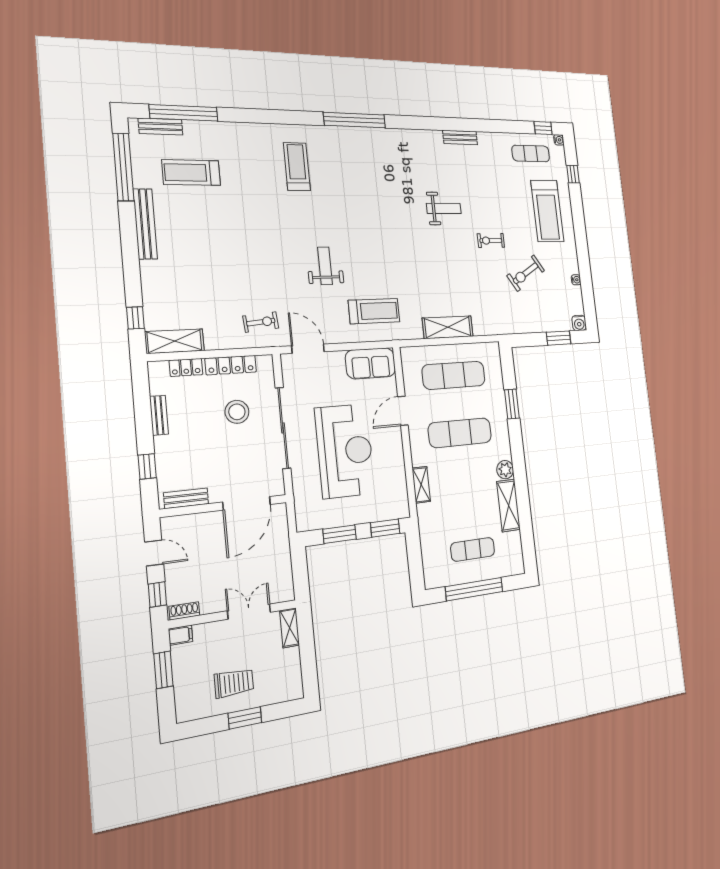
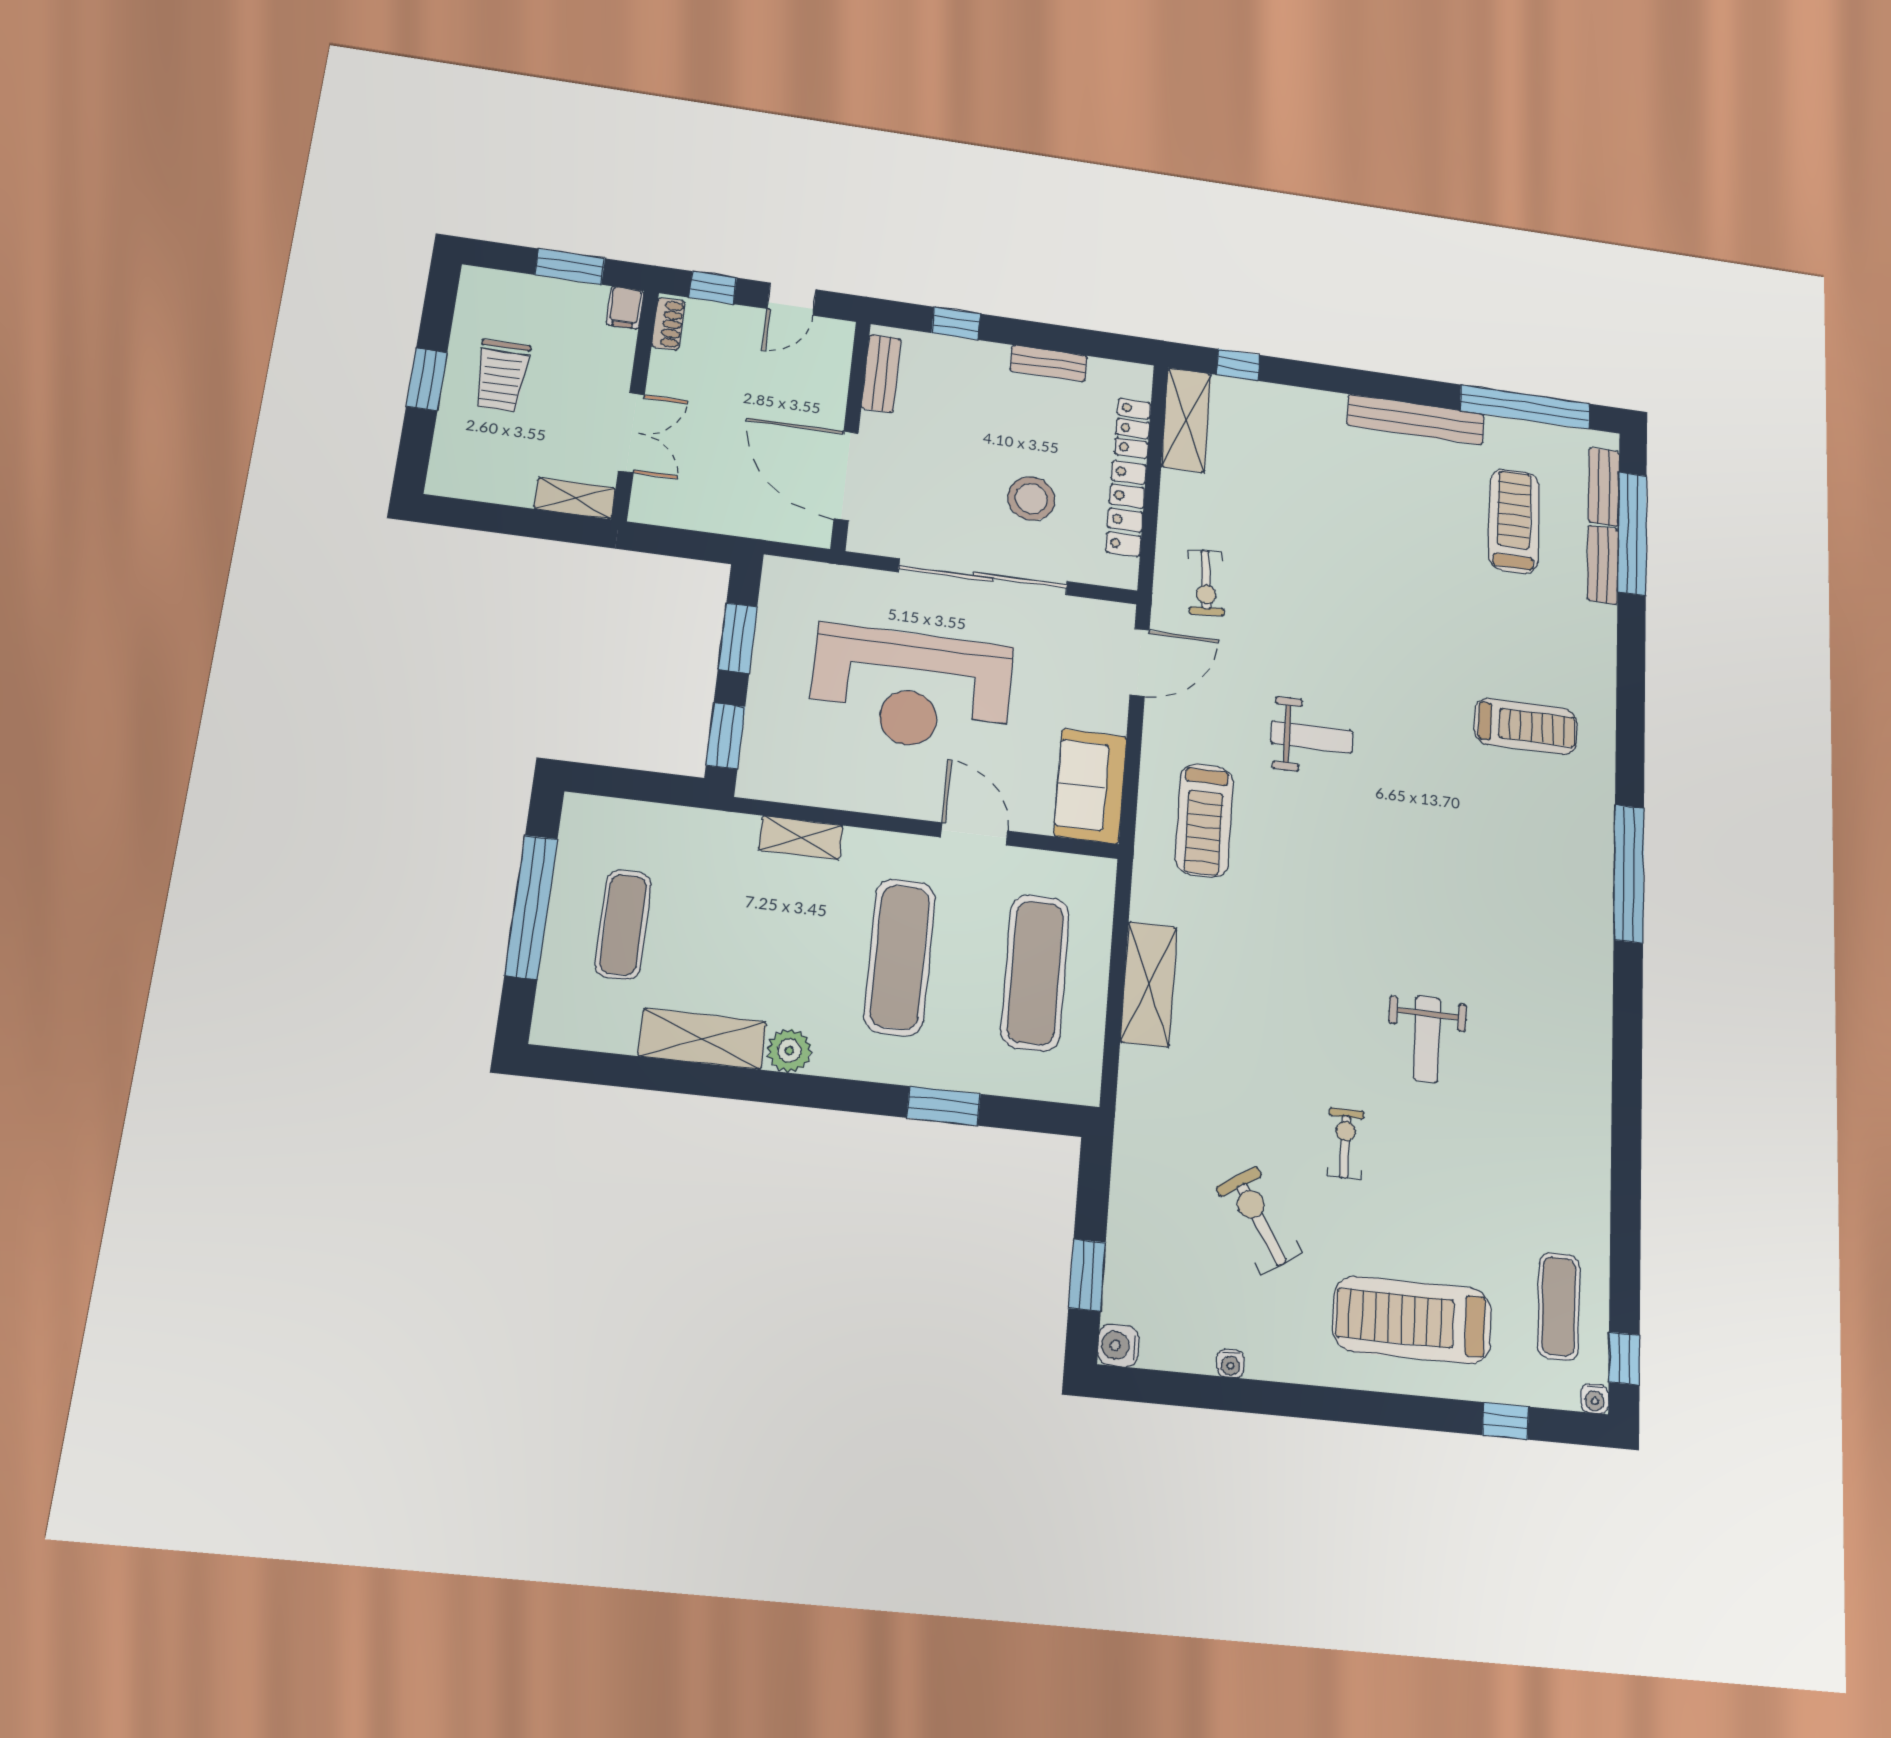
bench: (460, 137) -> (1603, 565), moved

